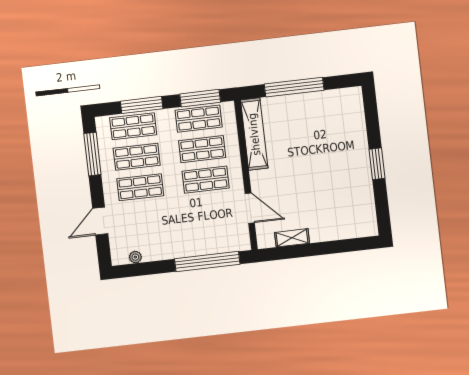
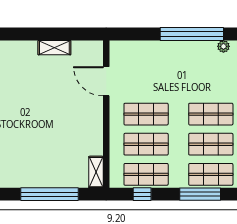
window: (200, 98) -> (142, 194), width x0.46
shelving: (254, 134) -> (96, 172), width x0.45, depth x0.75
shelving: (292, 238) -> (54, 48), moved
window: (207, 262) -> (192, 34), moved

